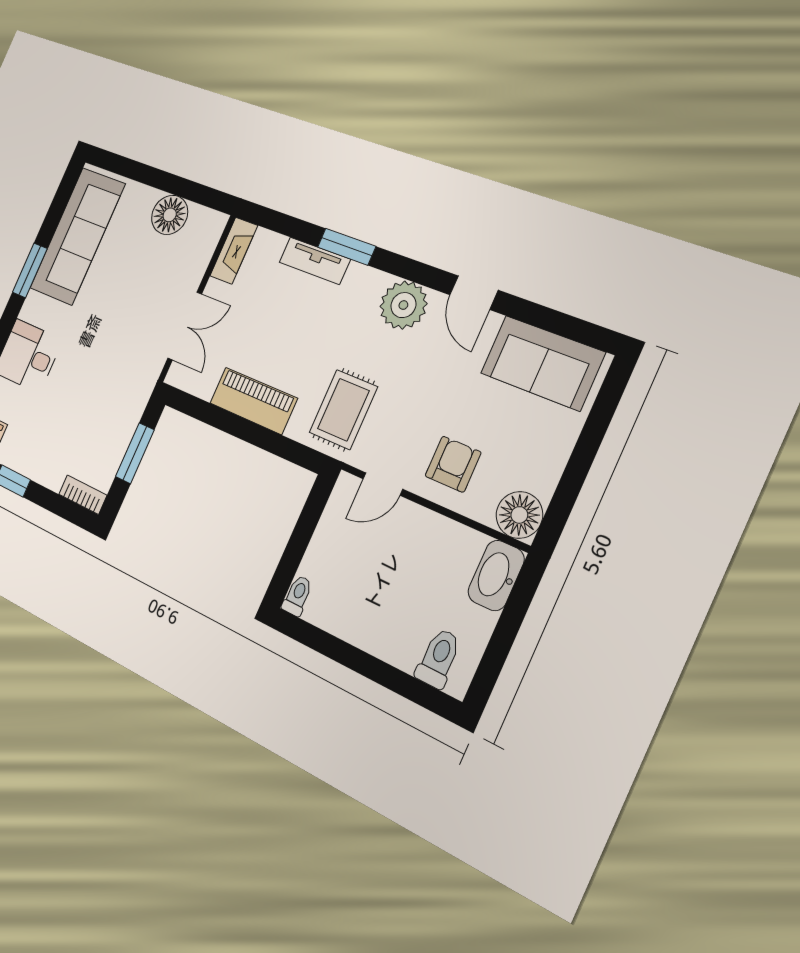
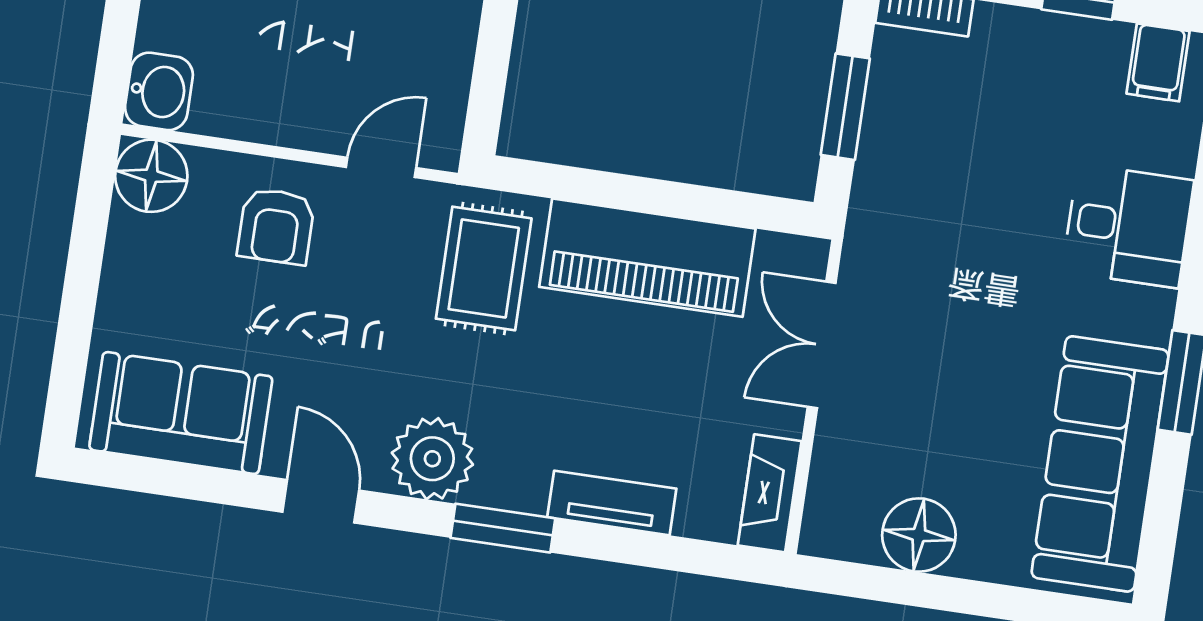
window: (347, 247) -> (503, 528), moved
piano: (253, 401) -> (647, 258), width x1.37, depth x1.33
washbasin: (496, 575) -> (159, 91), width x0.72

